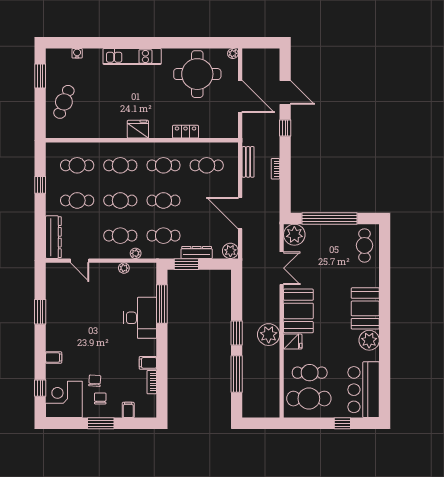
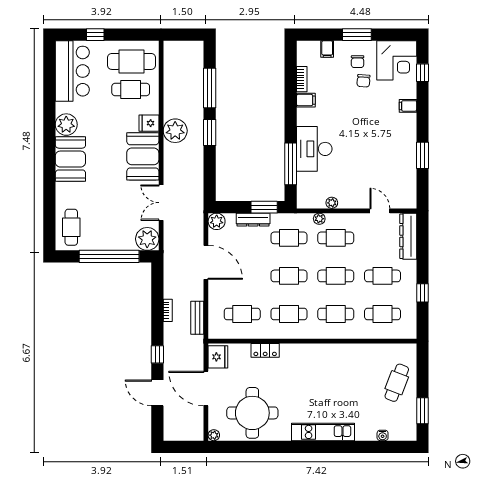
fridge: (138, 129) -> (218, 357), moved, turned -90

